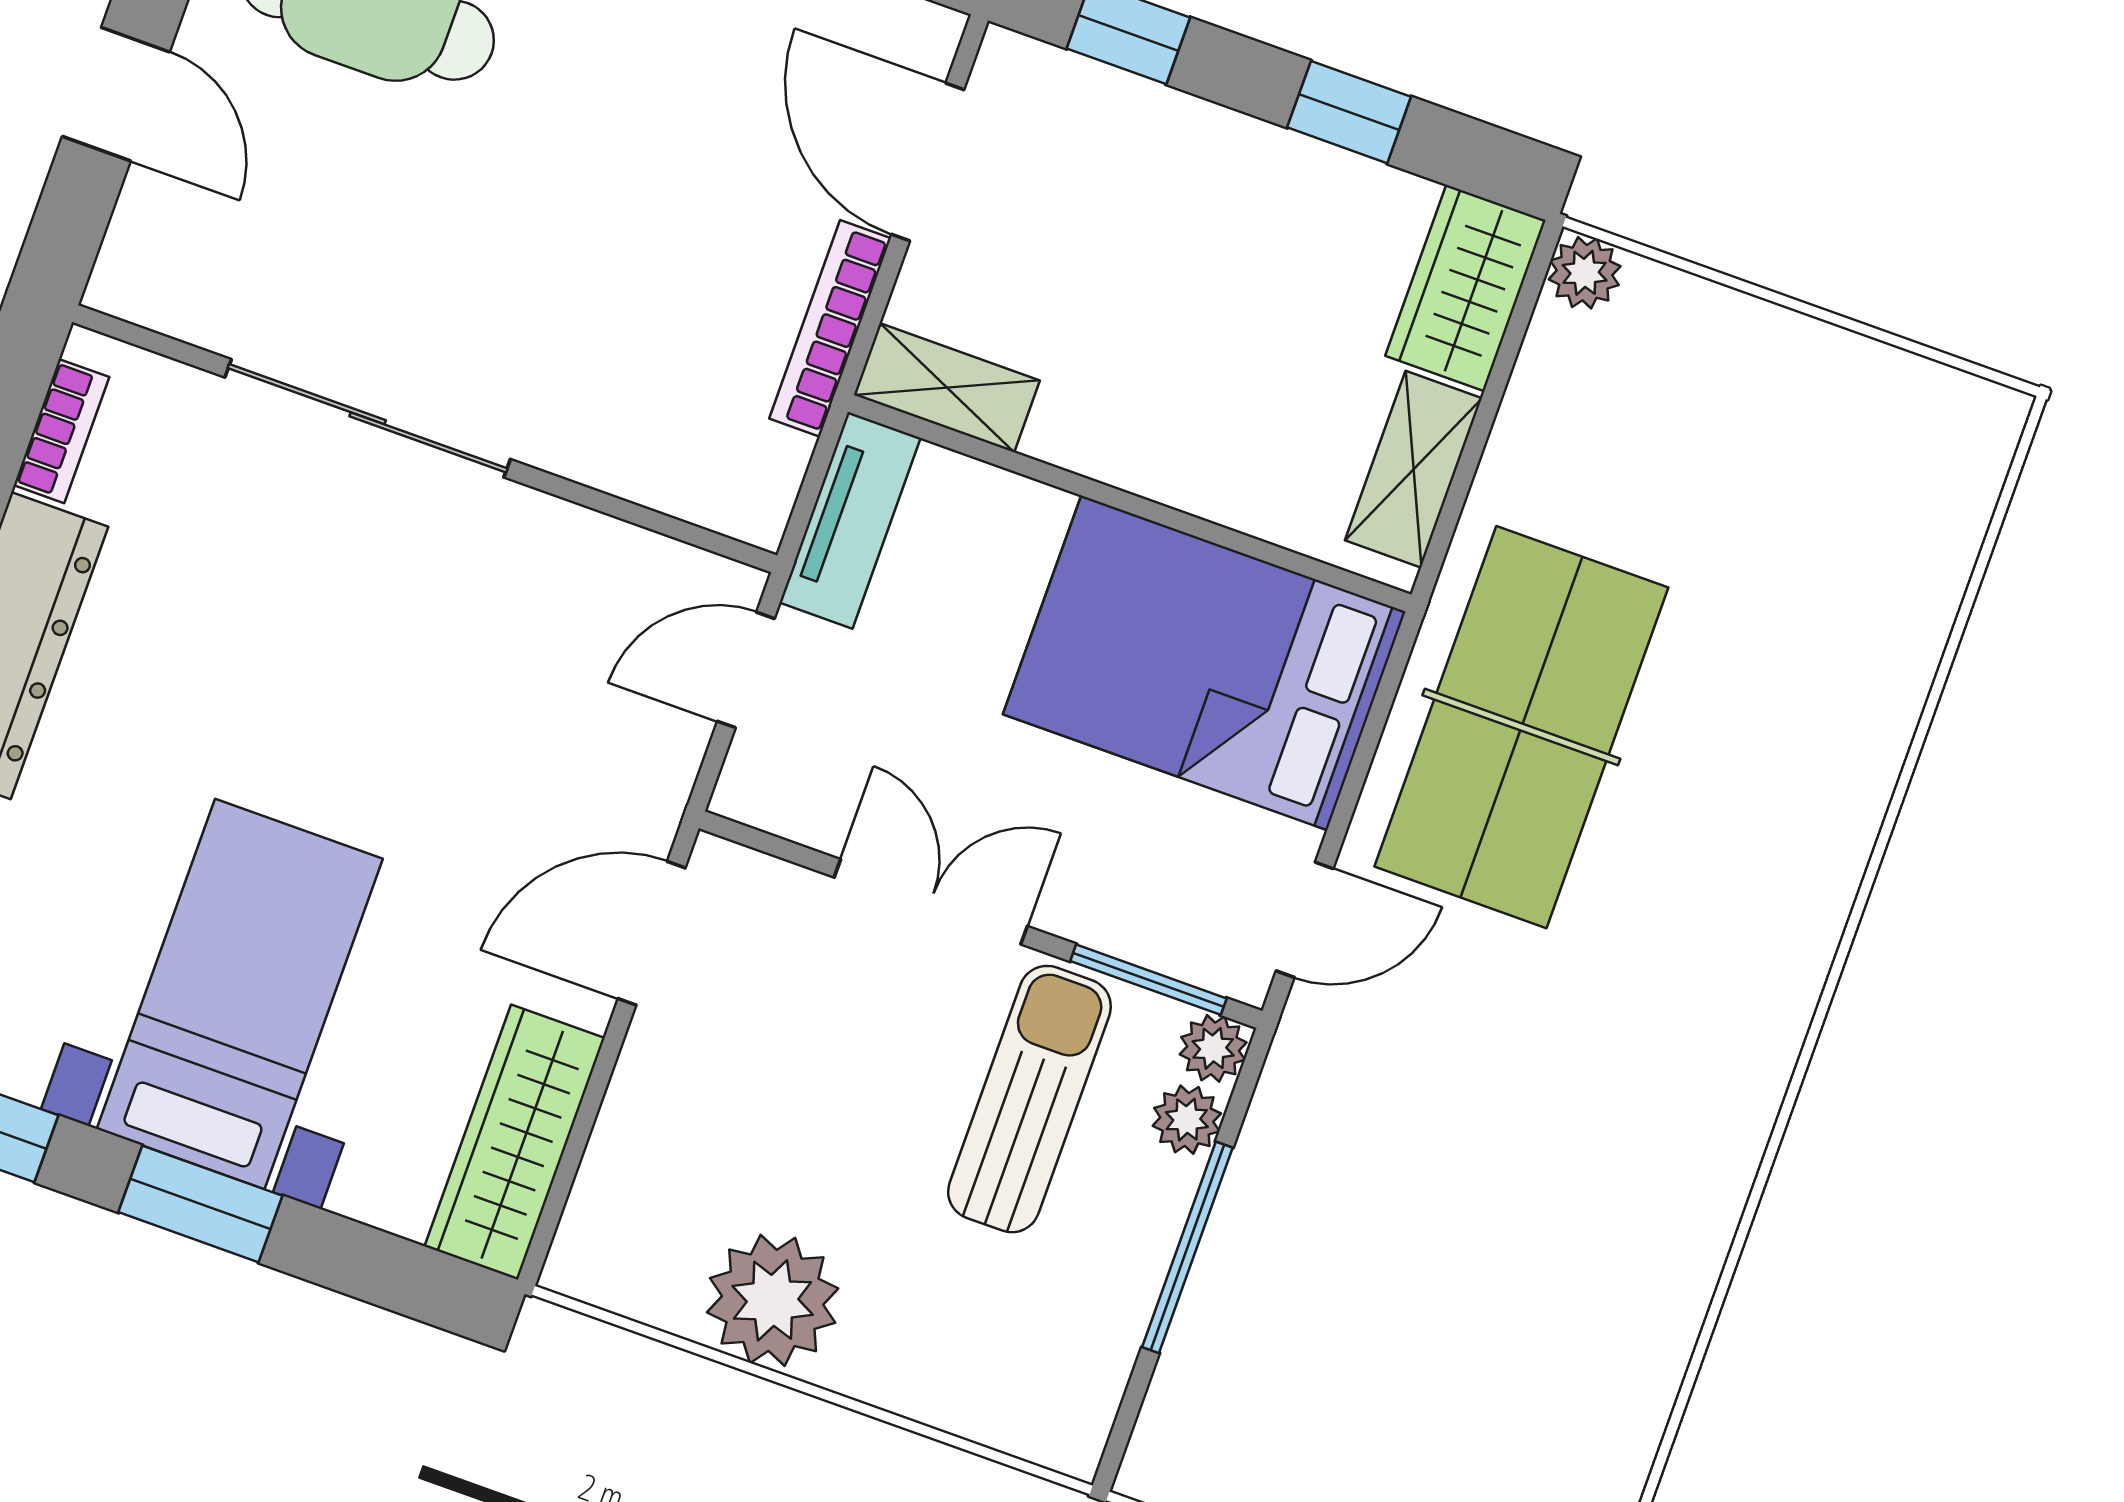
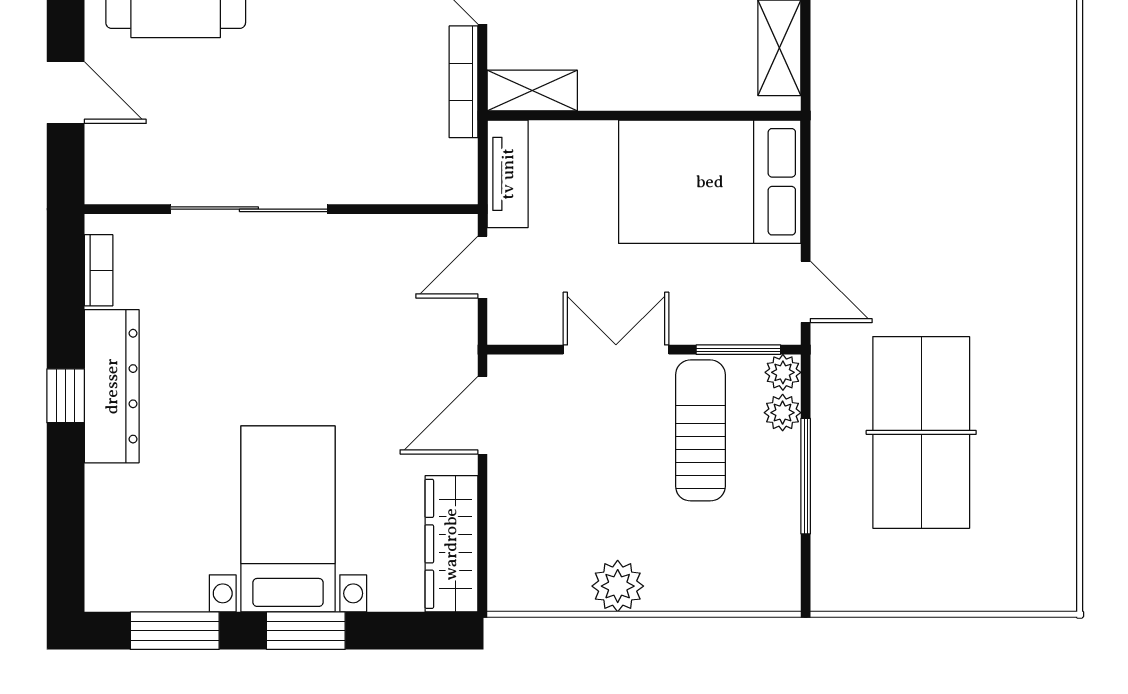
table tennis table: (1521, 727) -> (921, 432), moved
door: (1305, 920) -> (806, 292), hinge flipped
plant: (773, 1300) -> (618, 586), width x0.73, depth x0.73

